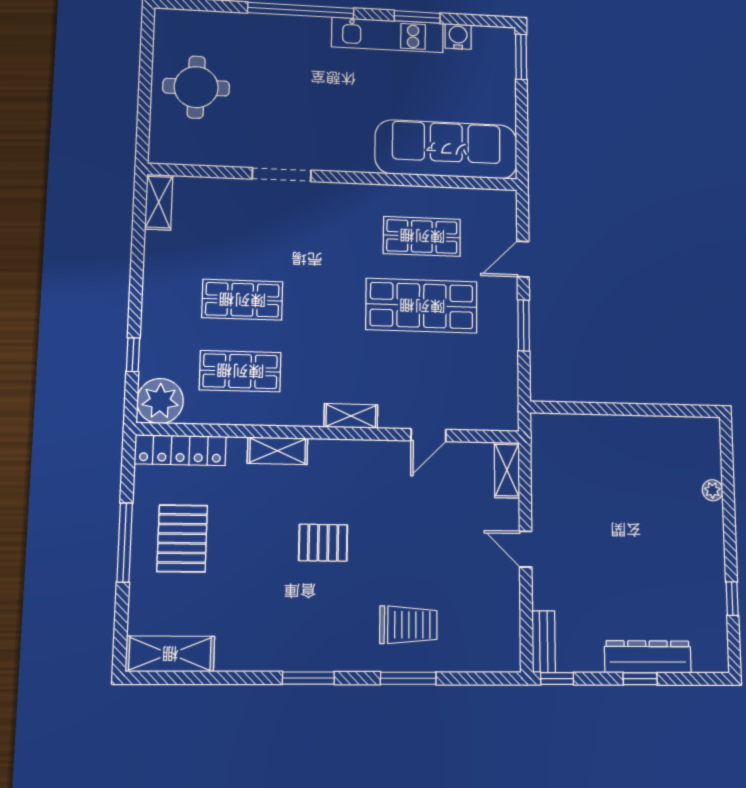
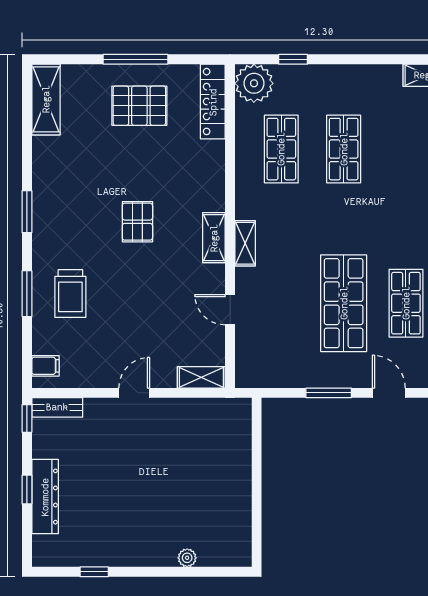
shelving: (278, 451) -> (214, 238), moved
filing cabinet: (495, 656) -> (46, 366), added

